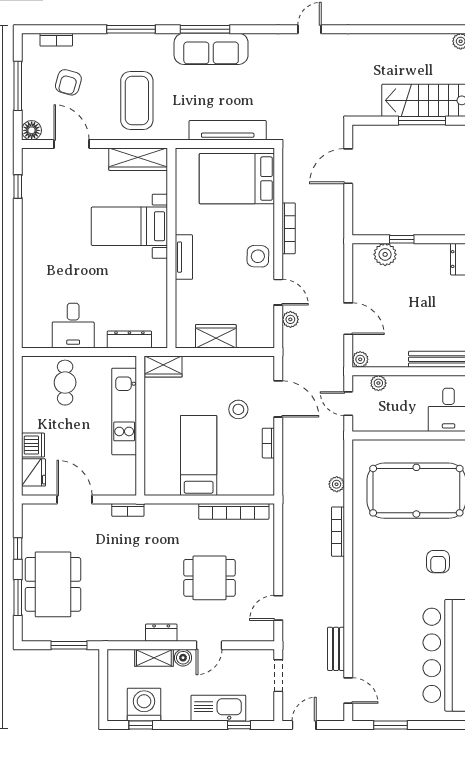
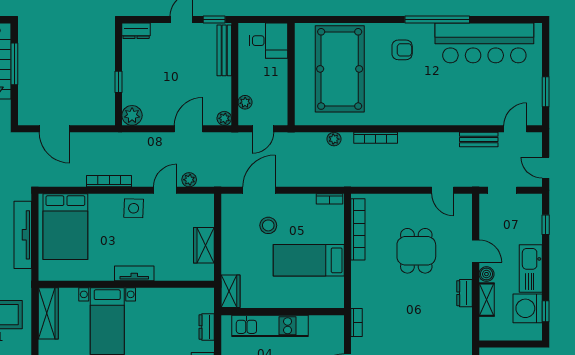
plant: (385, 254) -> (132, 115), moved
dresser: (129, 339) -> (207, 327), width x0.70
bookcase: (268, 443) -> (329, 199), moved
kitchen sink: (218, 708) -> (531, 268), moved

